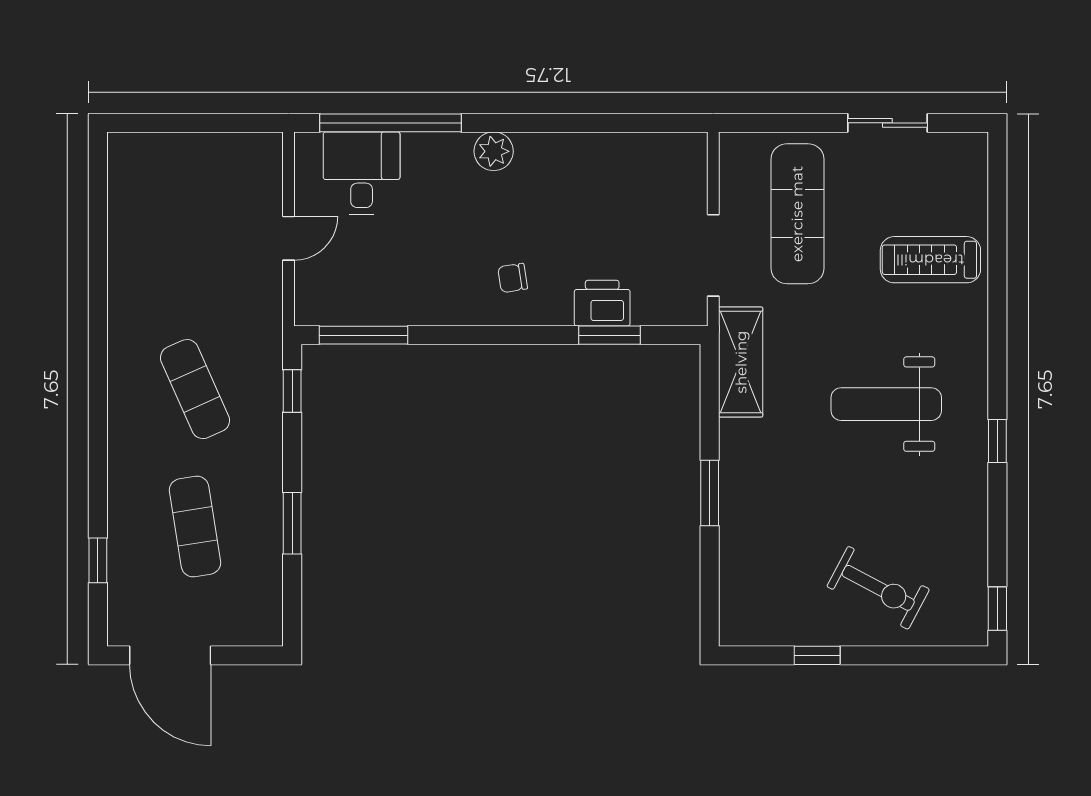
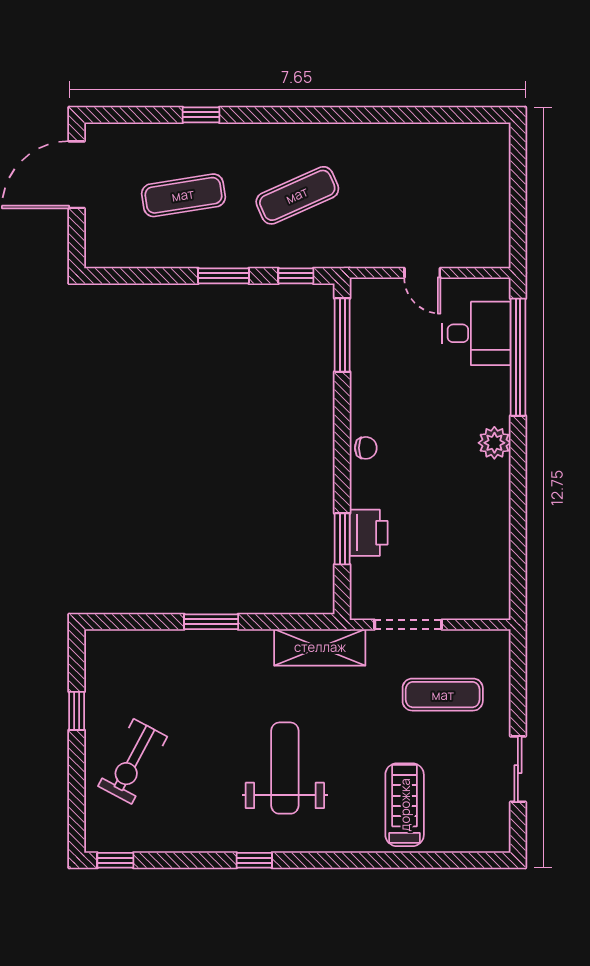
exercise mat: (797, 214) -> (443, 695), width x0.73, depth x0.69
chair: (513, 278) -> (366, 448), moved, turned 99
window: (292, 523) -> (223, 276), moved
window: (98, 560) -> (201, 115), moved

